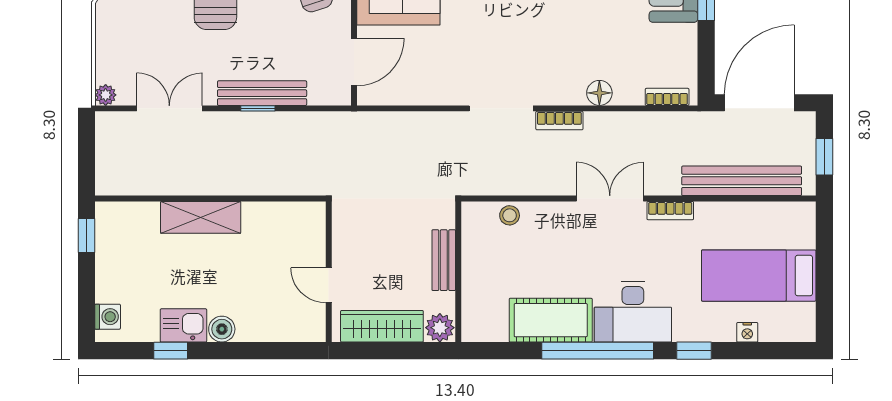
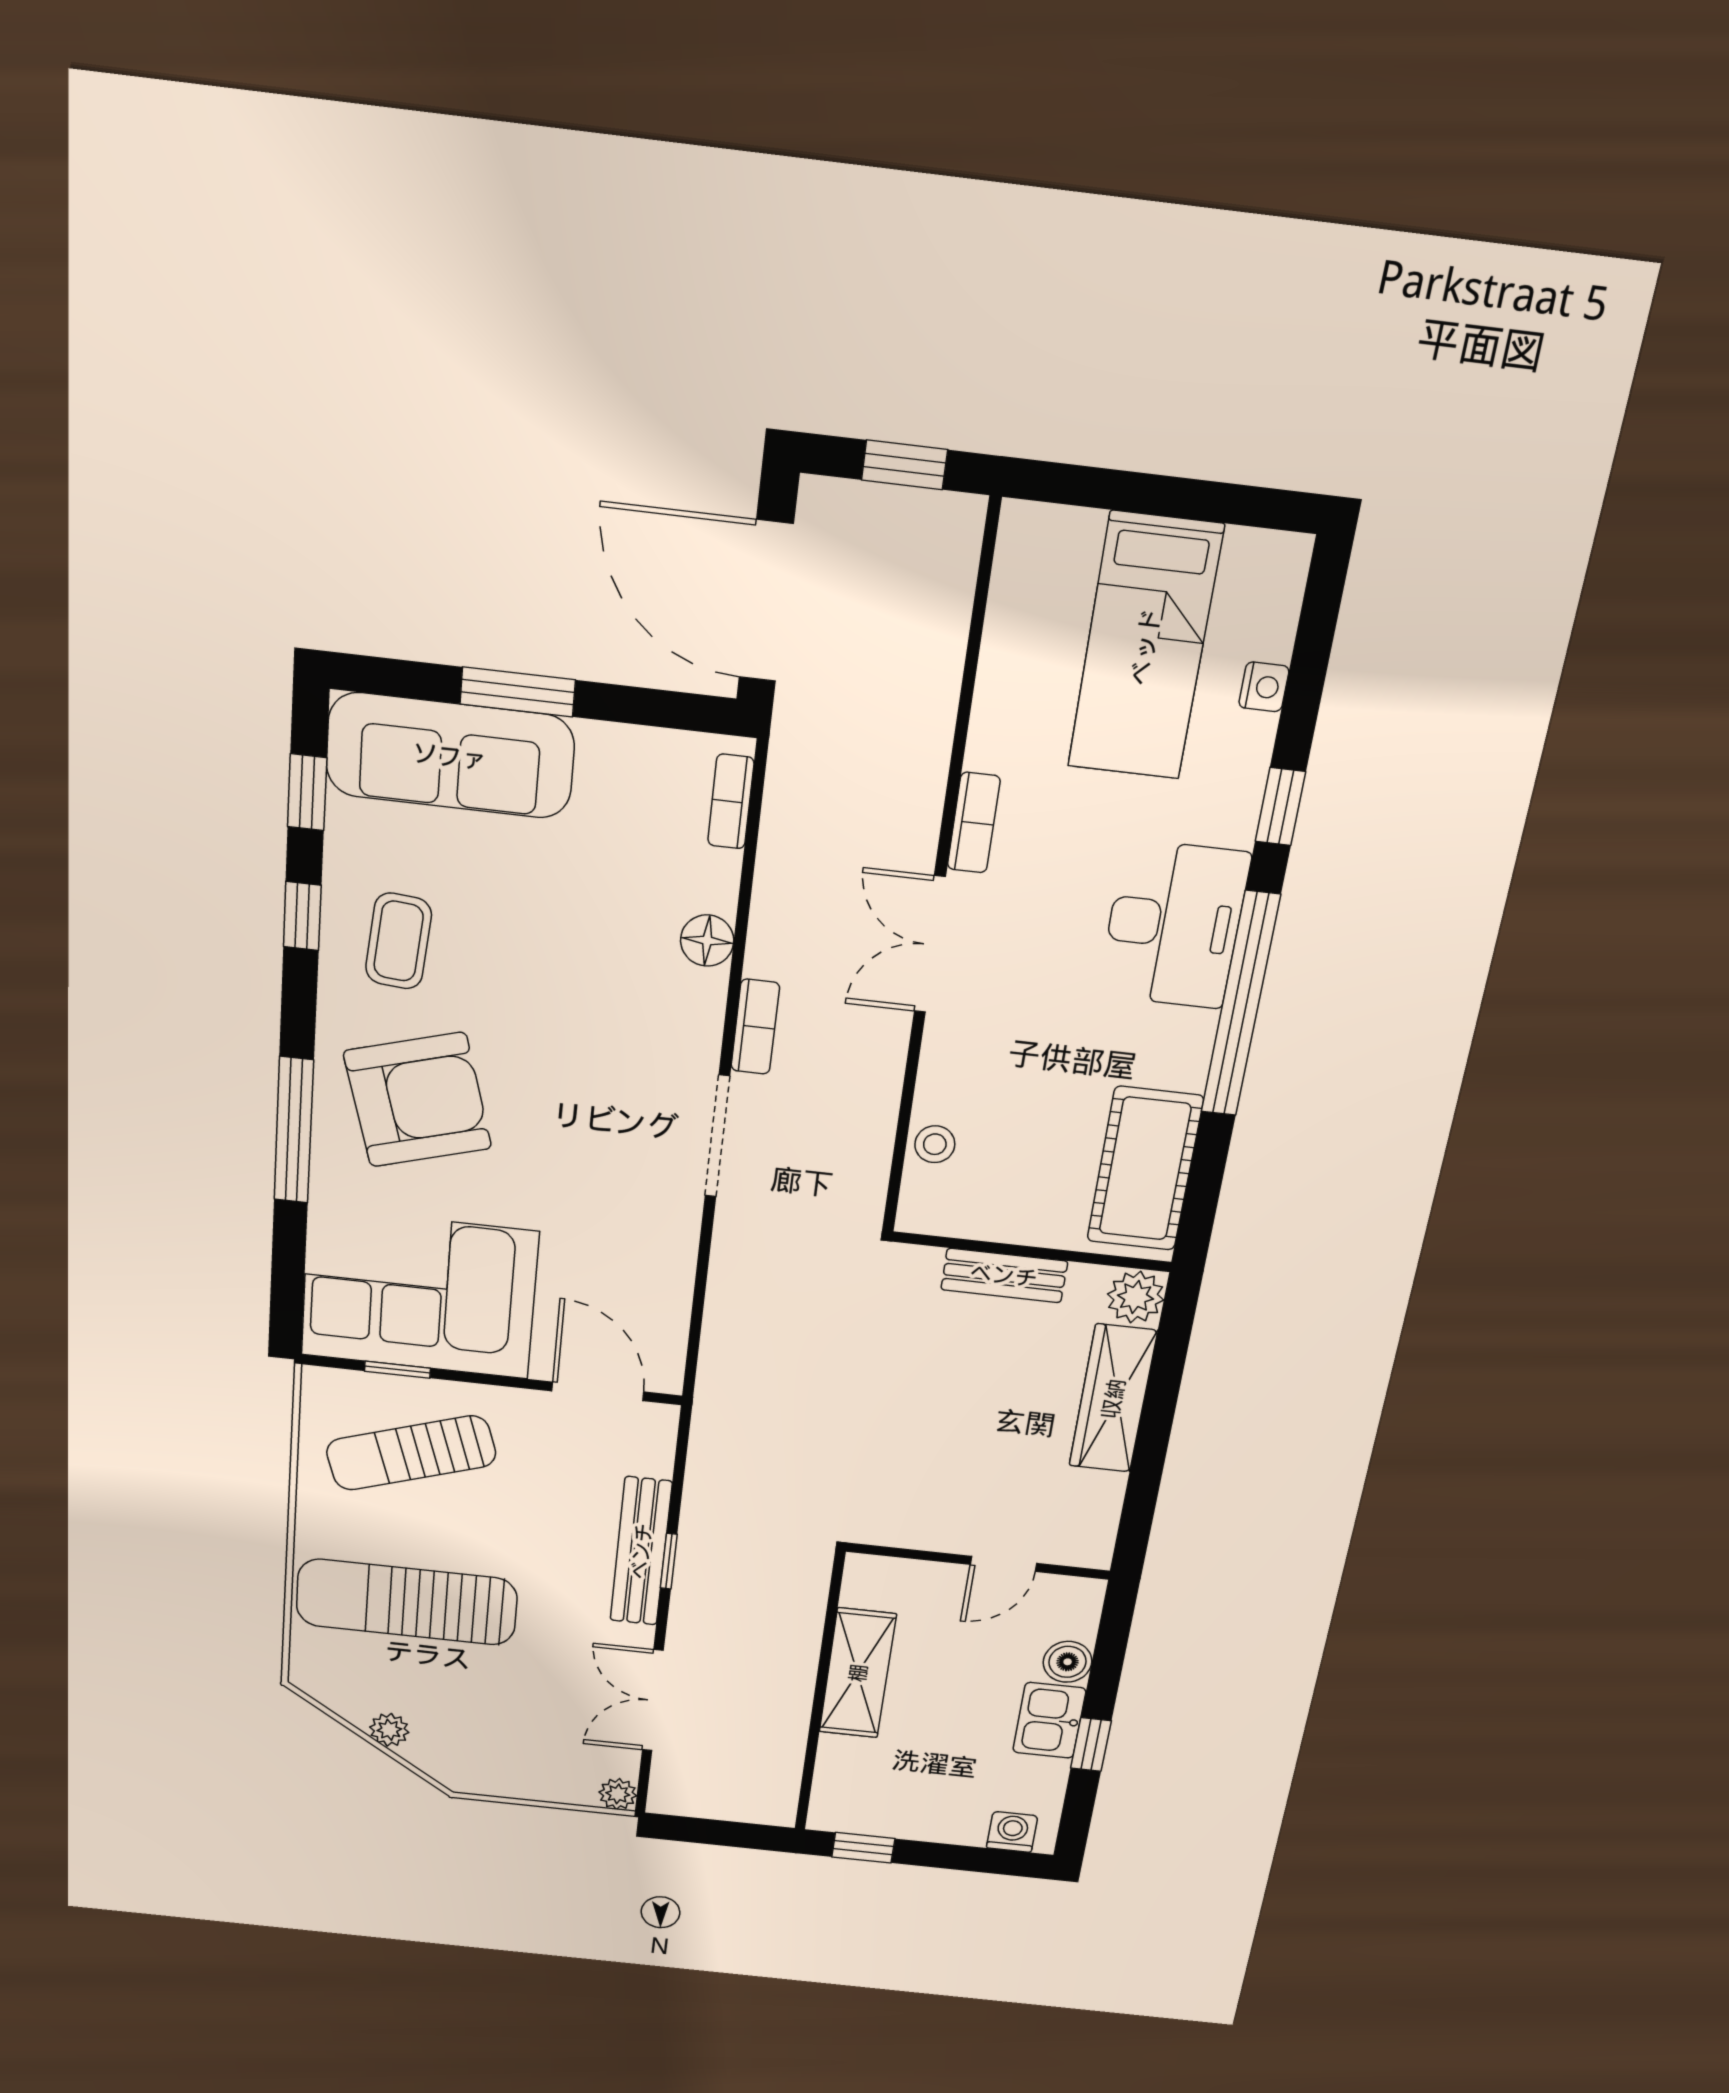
bench: (742, 181) -> (932, 661), removed
wall: (329, 272) -> (978, 1561), moved
door: (329, 285) -> (1003, 1564), moved
cot: (551, 320) -> (1145, 1169), moved

